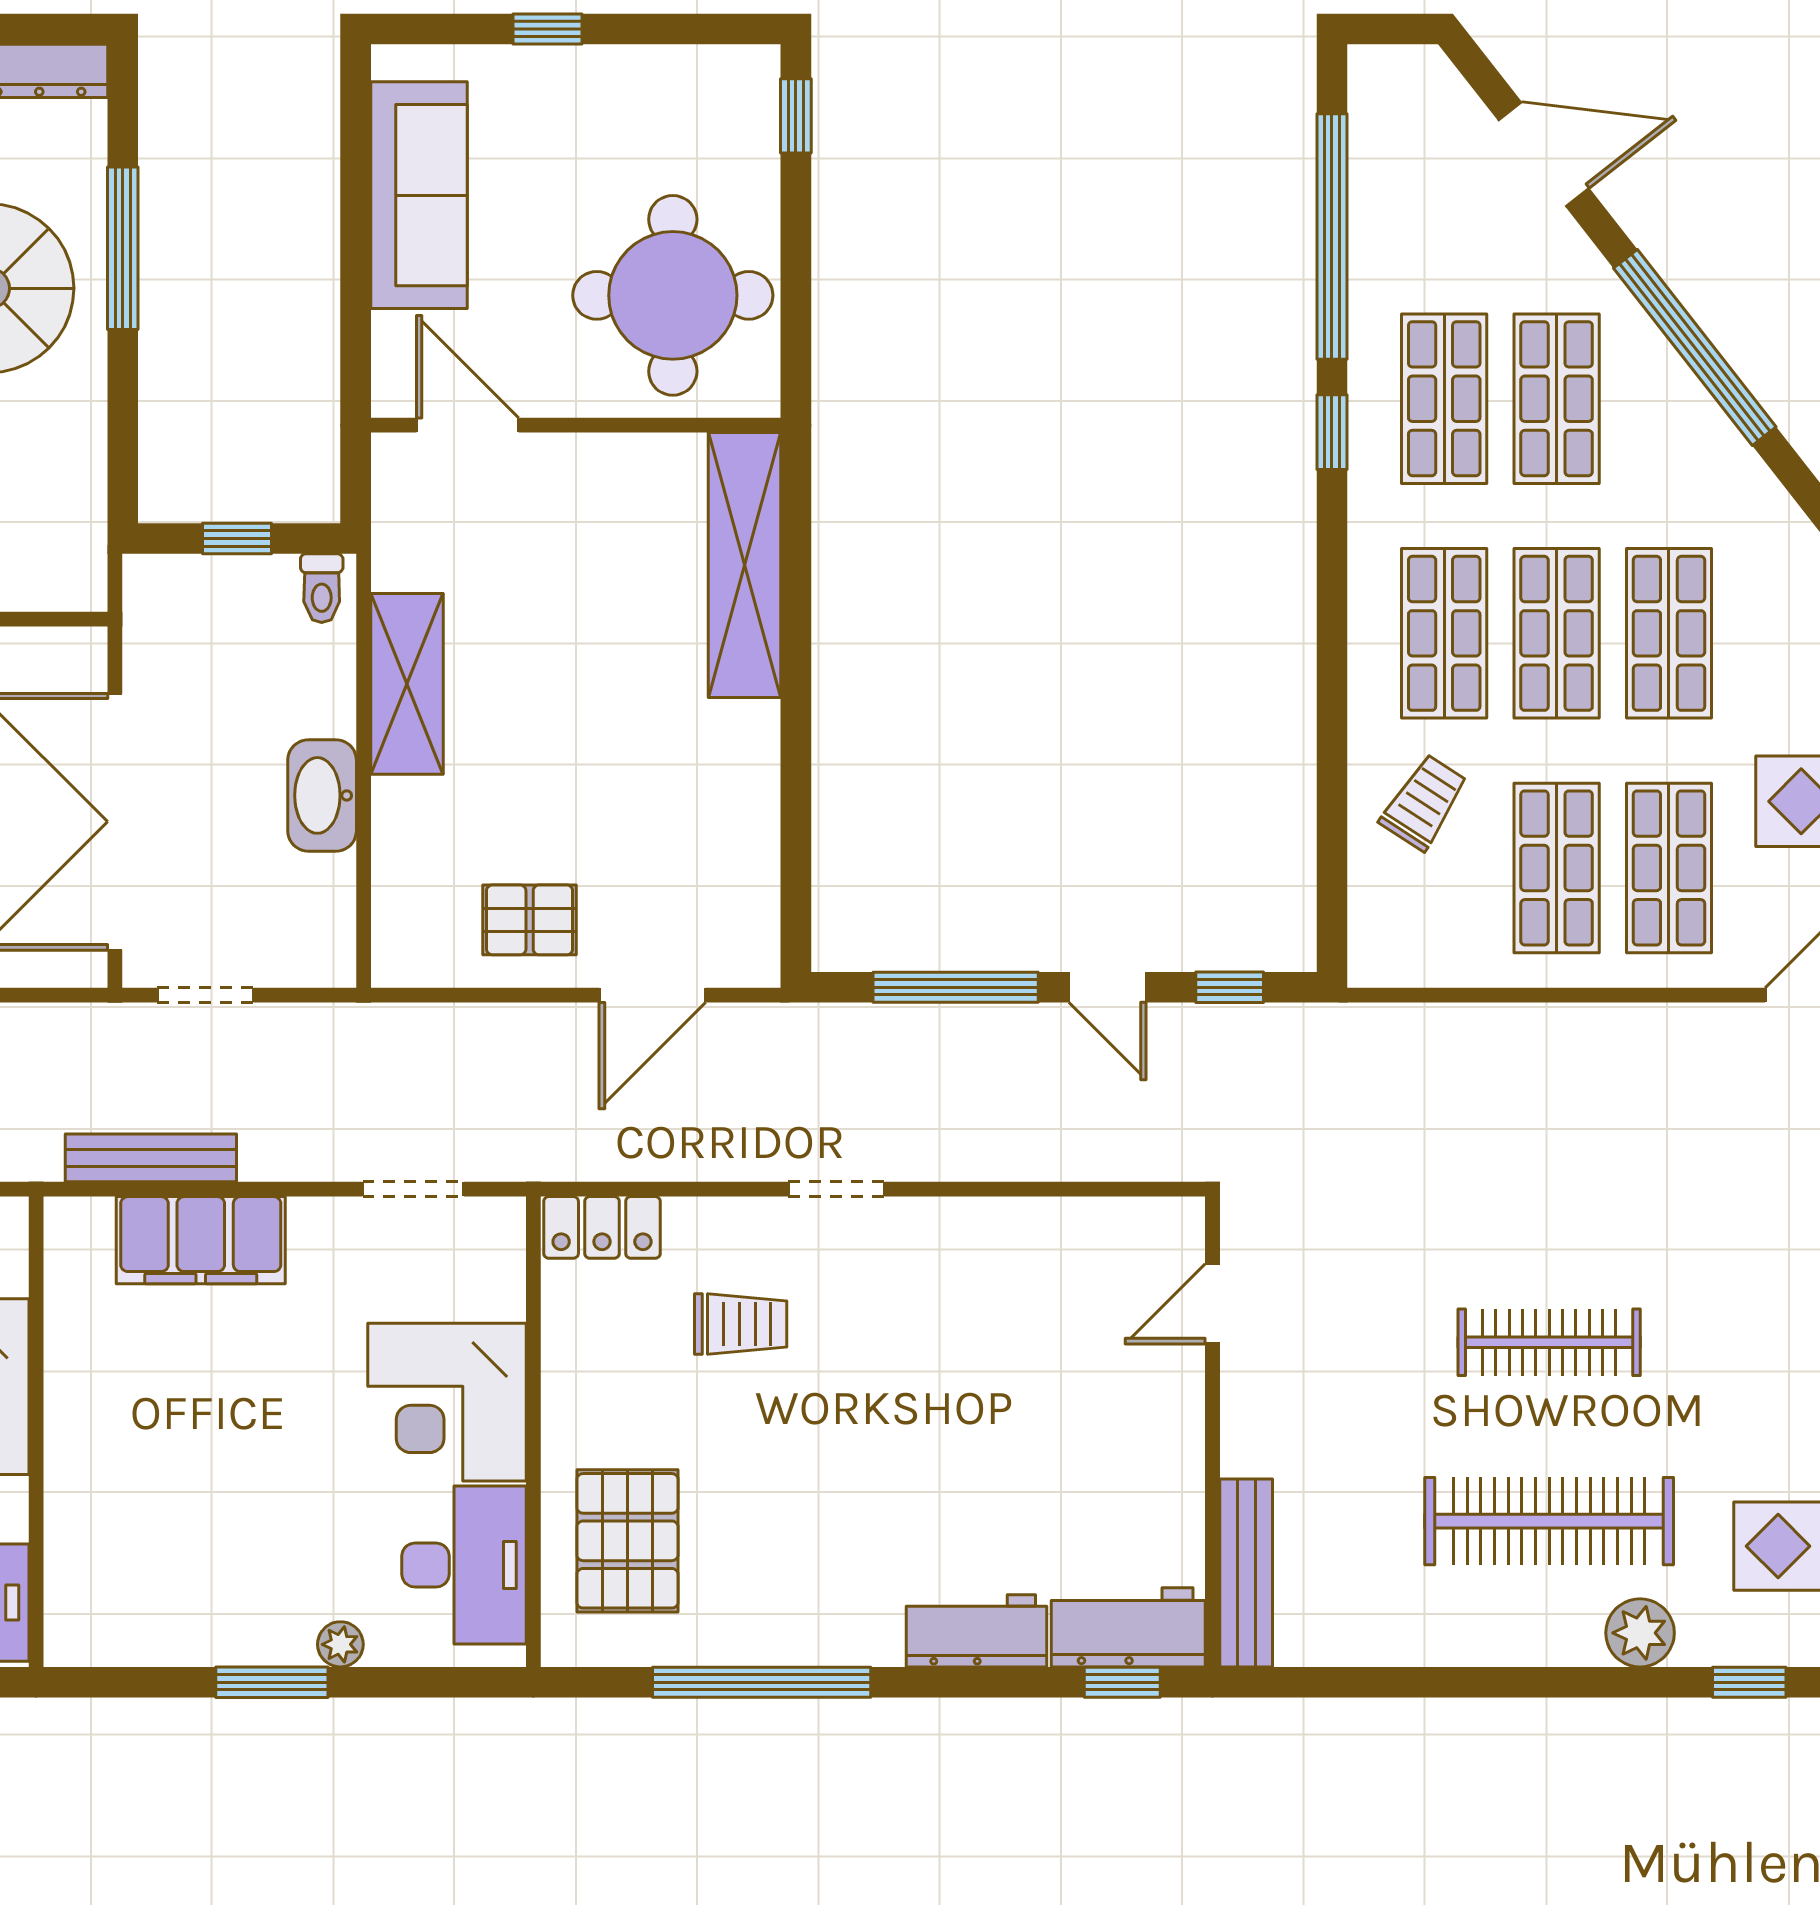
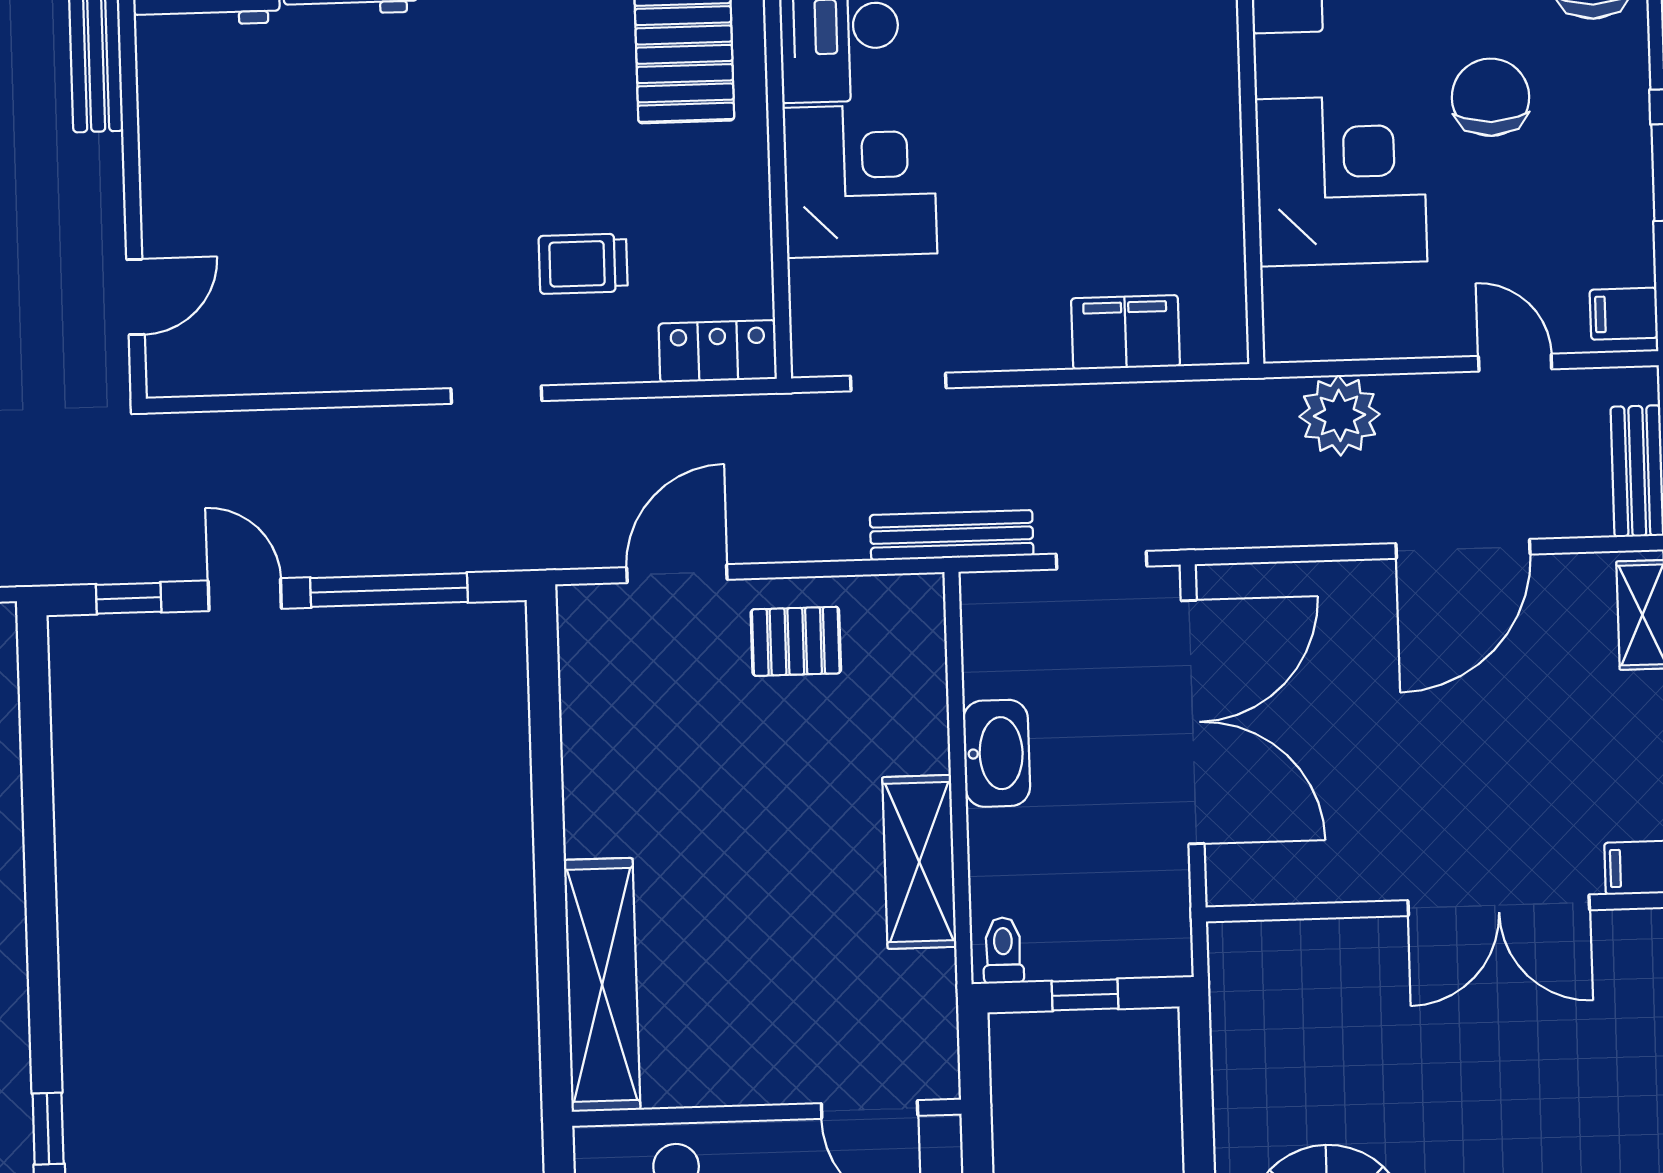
bench: (151, 1158) -> (952, 535), moved
filing cabinet: (201, 1240) -> (1125, 332), width x0.67, depth x0.86

